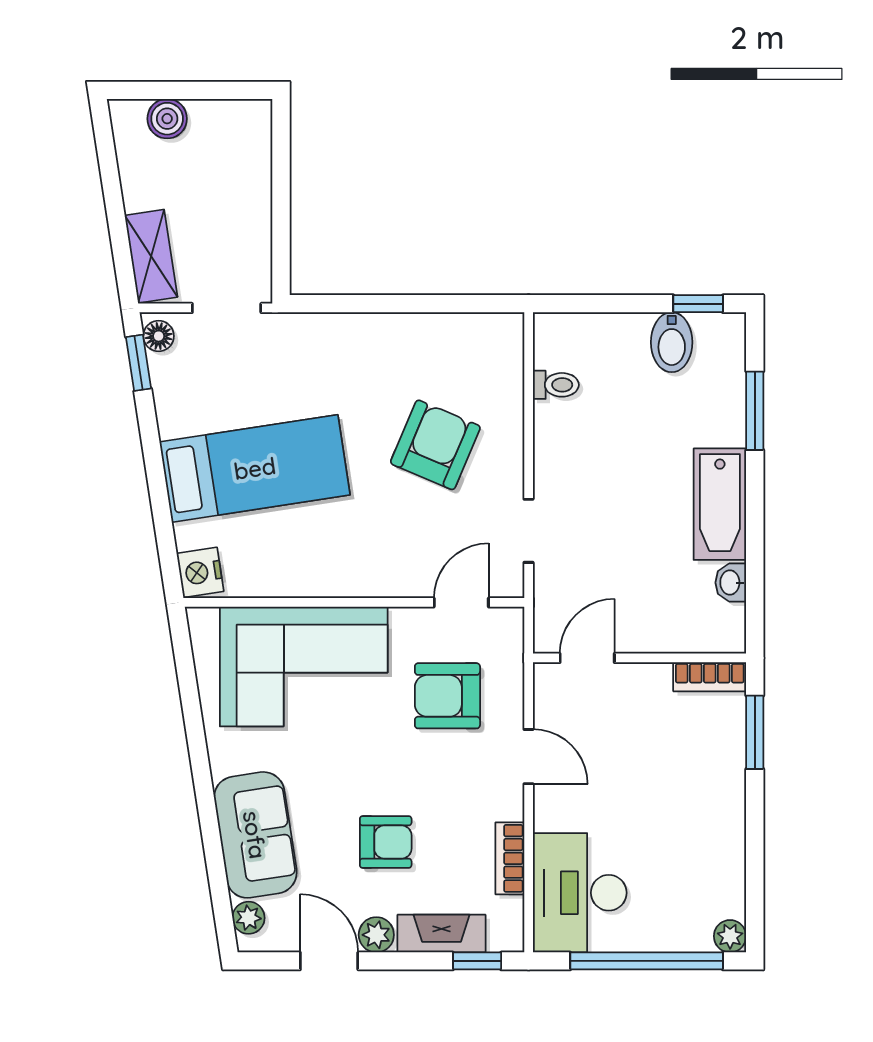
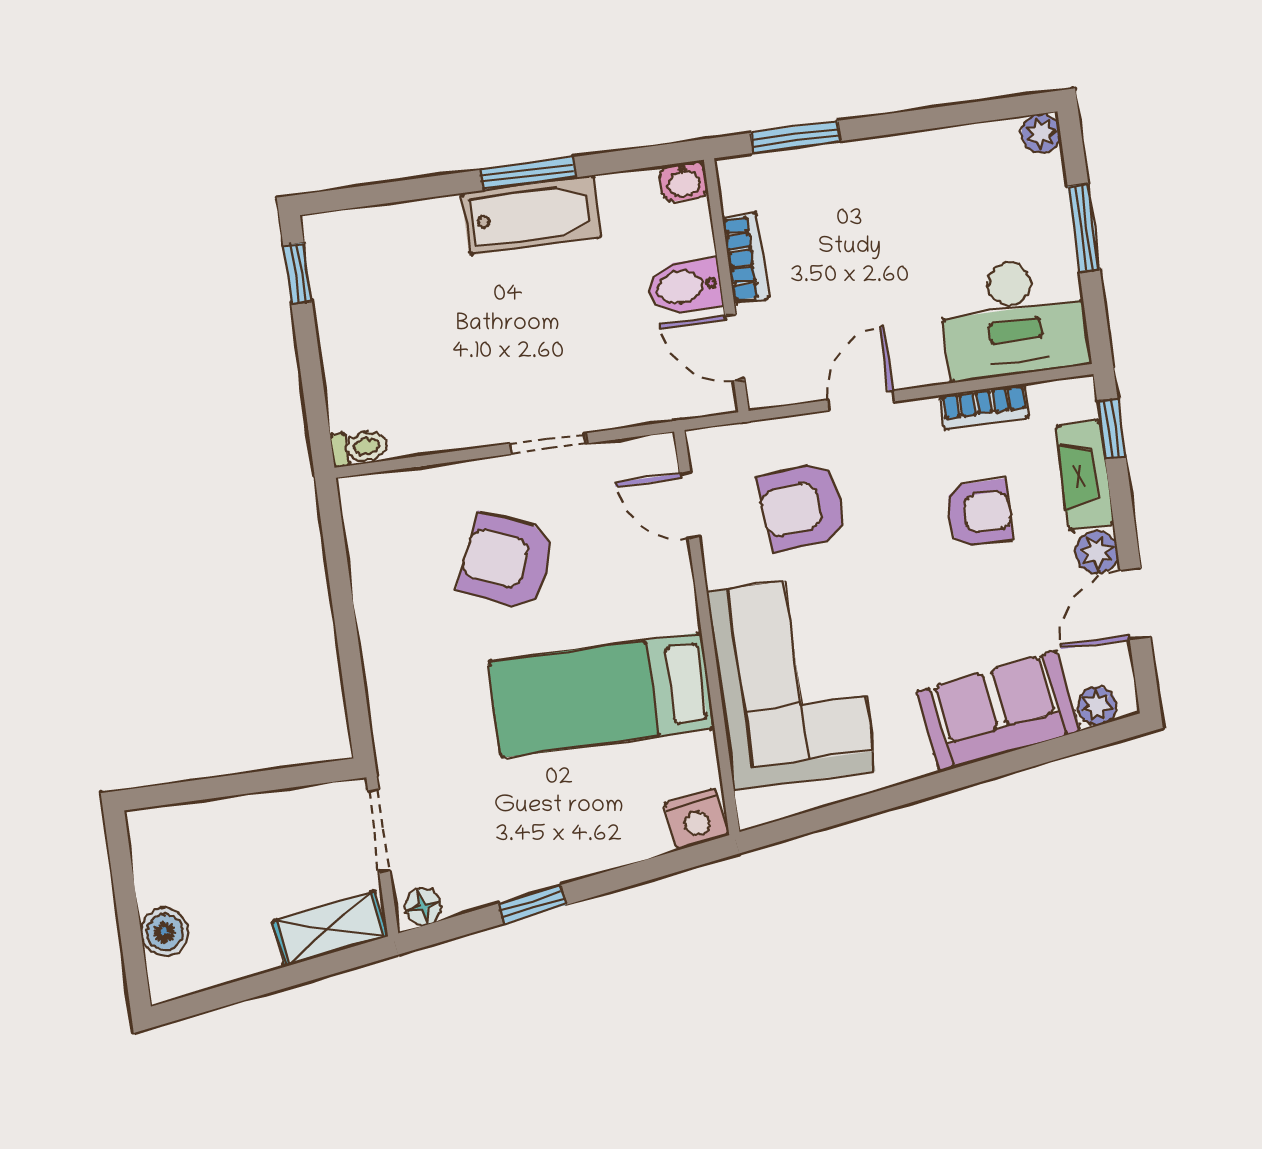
bidet: (672, 342) -> (685, 286), moved, turned 180
window: (139, 363) -> (532, 904), moved
toilet: (556, 385) -> (359, 447), moved, turned 90
window: (755, 411) -> (528, 174), moved
bed: (255, 468) -> (601, 695), moved, turned -81
doorway: (529, 531) -> (548, 444), moved
washbasin: (731, 583) -> (684, 181), moved
bookcase: (710, 677) -> (745, 258), moved
armchair: (447, 696) -> (802, 507), turned 84
armchair: (386, 842) -> (979, 513), moved, turned 90
window: (647, 961) -> (1084, 228), width x0.47

